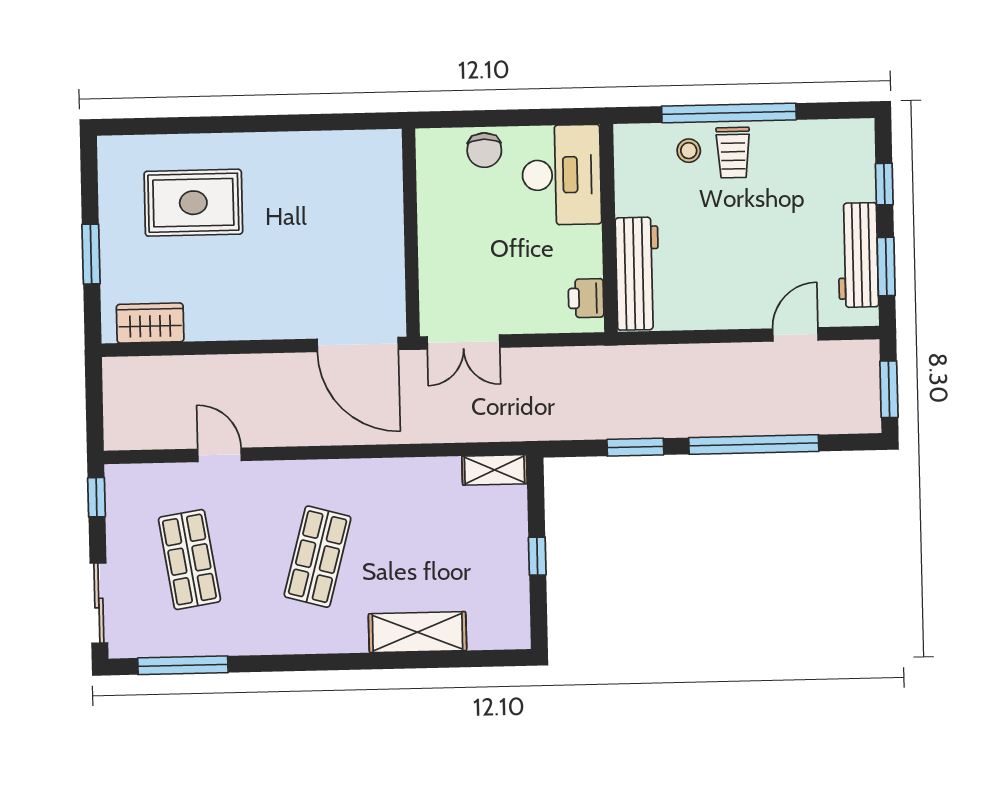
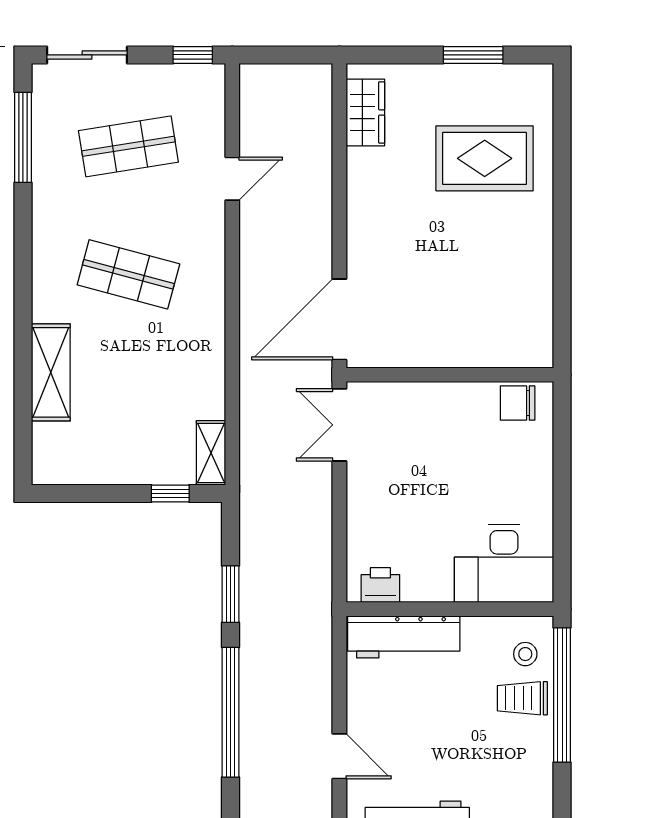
chair: (484, 150) -> (518, 403), moved
desk: (562, 175) -> (504, 563), moved
rug: (193, 203) -> (485, 158), turned 90
wall: (609, 228) -> (450, 609), moved
window: (91, 254) -> (473, 55), moved
workbench: (637, 274) -> (404, 637), moved
printer: (586, 298) -> (380, 585), moved
window: (537, 556) -> (170, 494), moved

